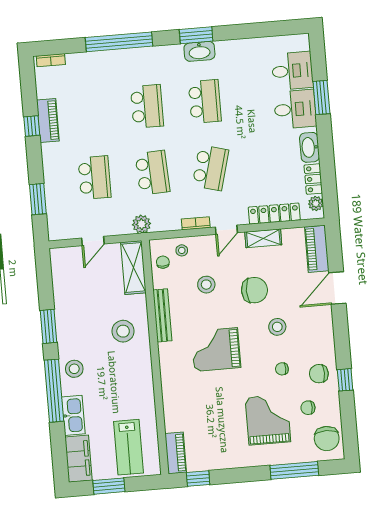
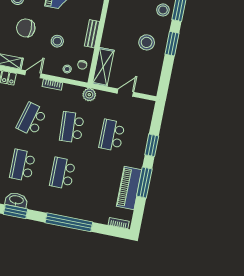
piano: (48, 120) -> (129, 188), width x1.37, depth x1.33
window: (32, 126) -> (144, 182), width x2.17
window: (38, 199) -> (152, 145), moved
bench: (162, 315) -> (92, 34), width x0.73
stool: (123, 331) -> (147, 42), moved

